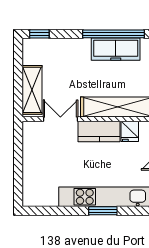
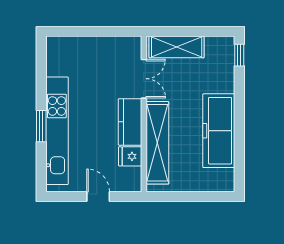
window: (114, 34) -> (239, 138), removed
freezer: (116, 49) -> (219, 131), width x1.36, depth x1.26

